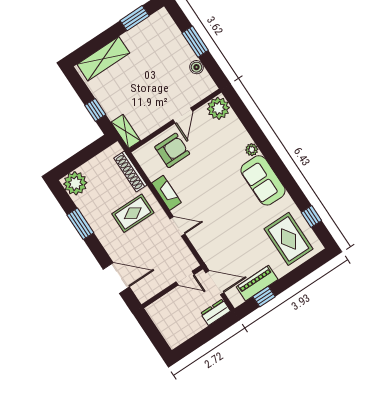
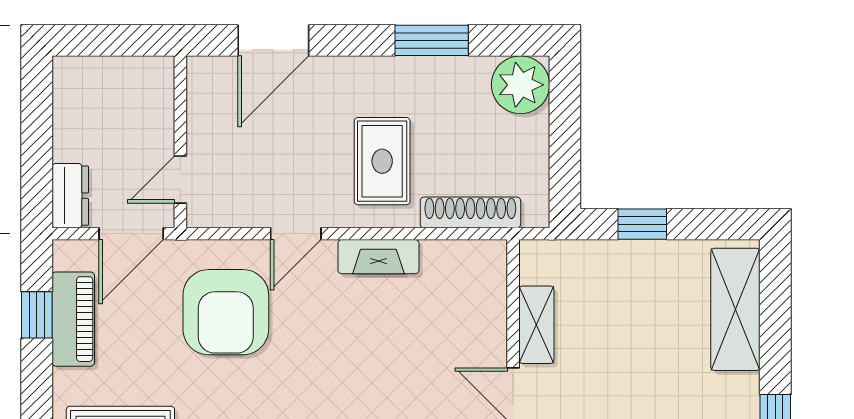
shelving: (126, 131) -> (536, 325), moved, turned 90
armchair: (172, 150) -> (226, 312), moved, width x1.36, depth x1.36

